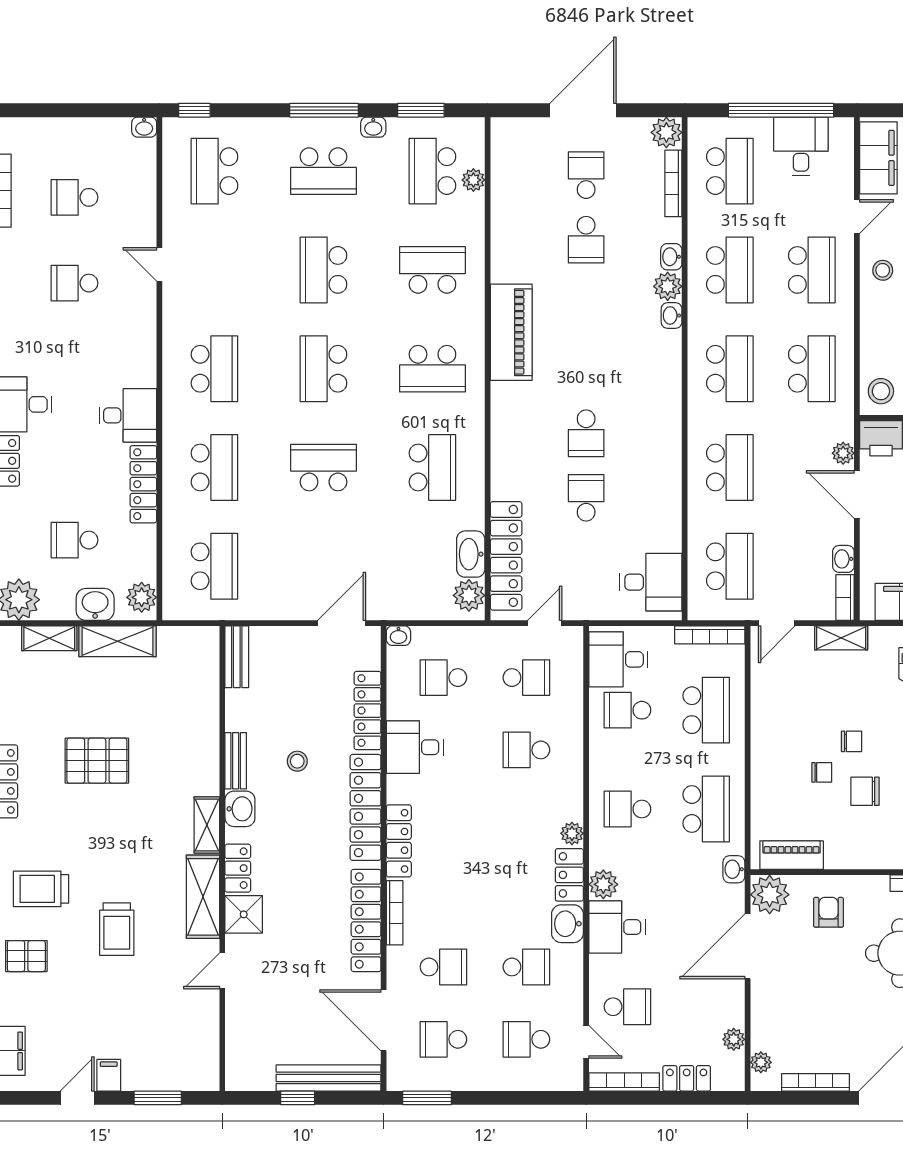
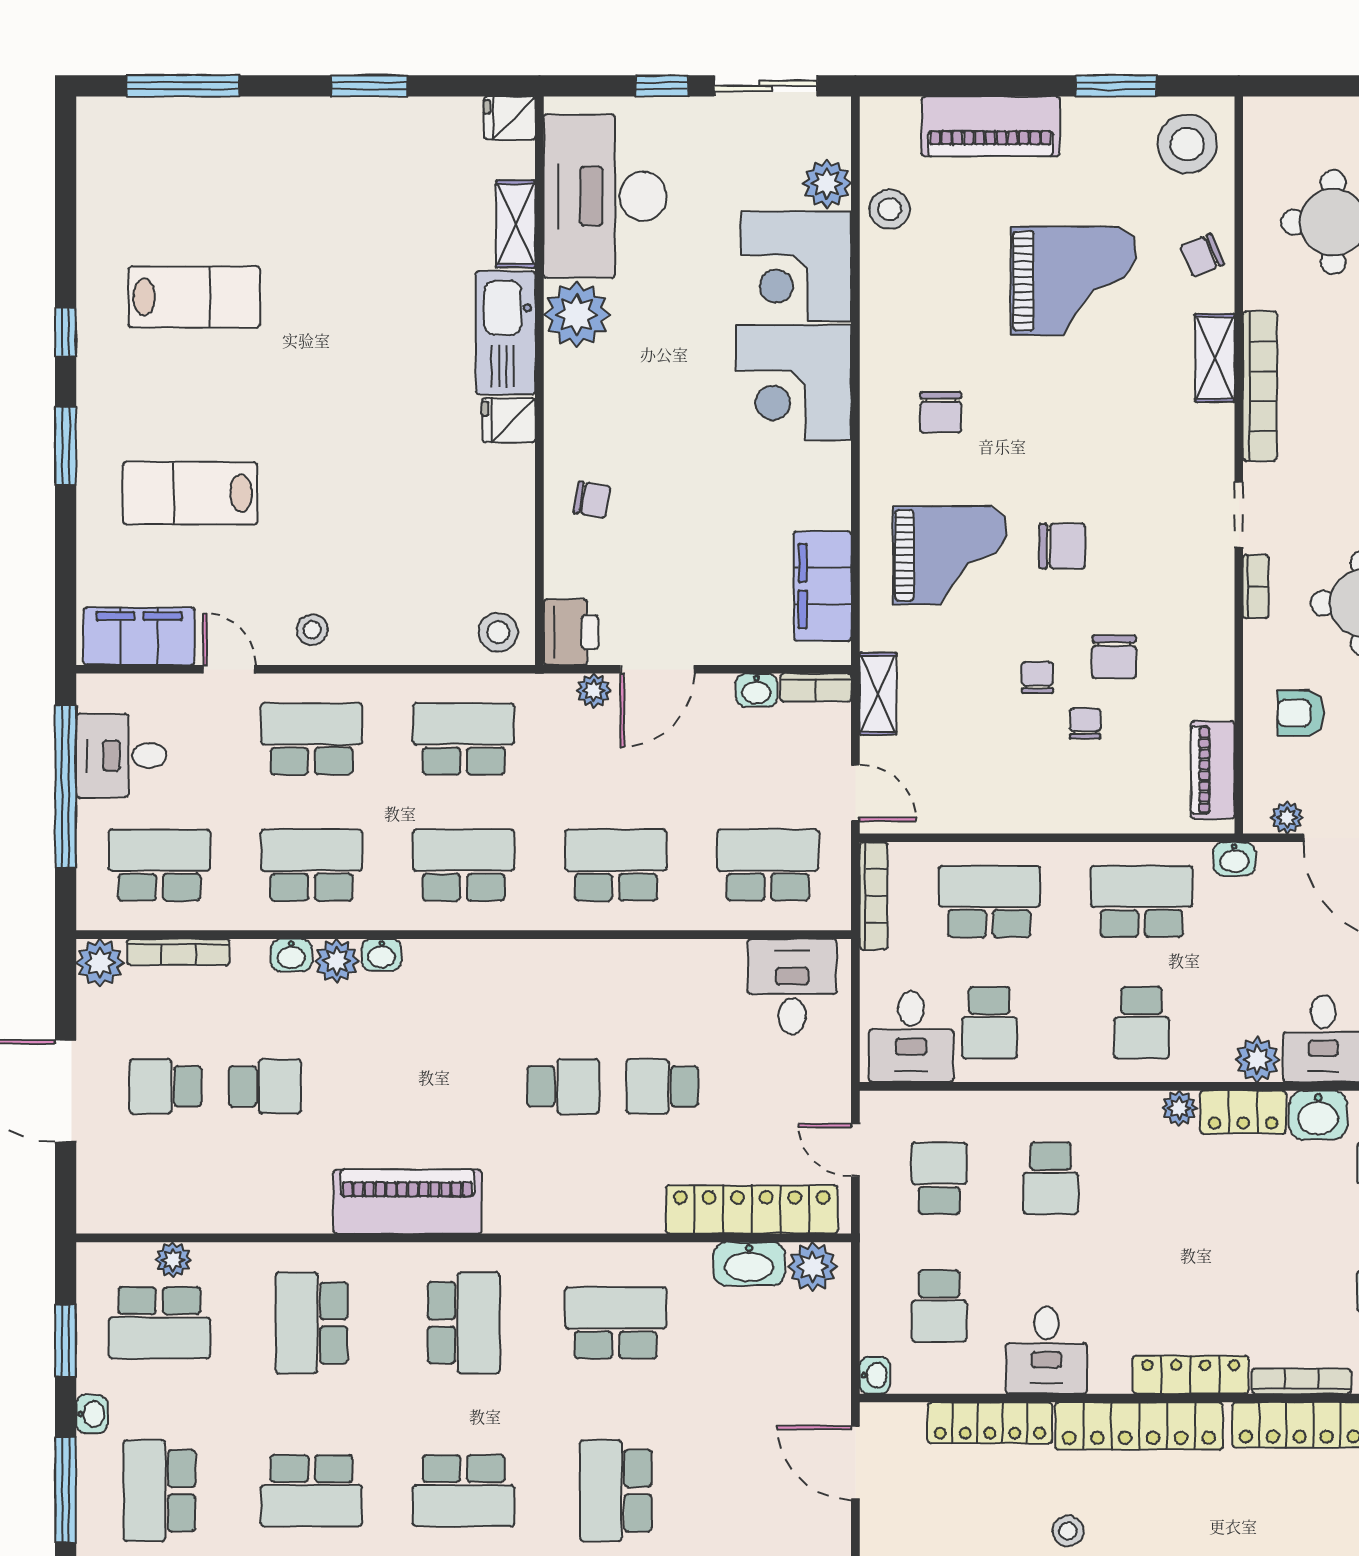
school desk: (323, 171) -> (159, 1491), turned 180
plant: (770, 895) -> (1287, 818), width x0.53, depth x0.53

